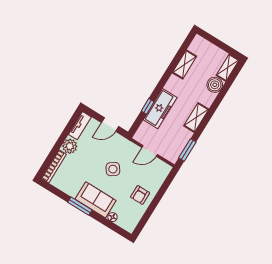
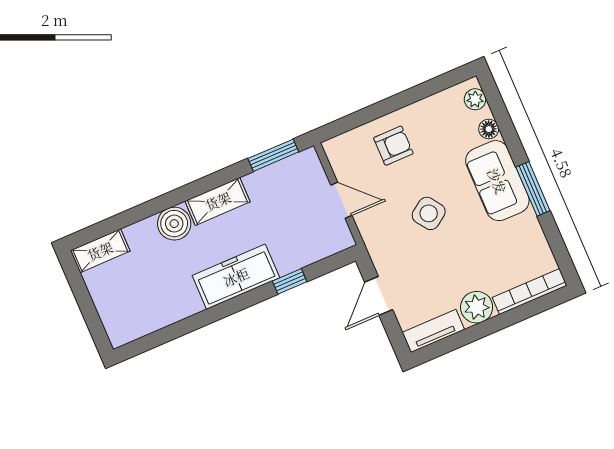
shelving: (184, 64) -> (173, 310), removed
boiler: (215, 85) -> (174, 224), moved
freezer: (160, 109) -> (236, 277), moved
door: (110, 124) -> (379, 296), swing flipped
armchair: (140, 195) -> (393, 146), moved
plant: (126, 225) -> (475, 99), added

